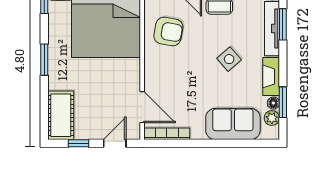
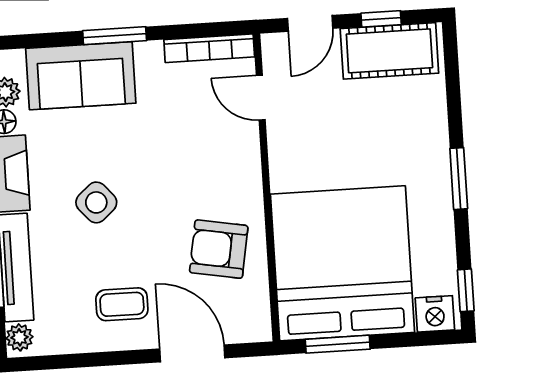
door: (142, 107) -> (261, 98), width x0.73
cot: (61, 115) -> (389, 51), moved, turned 90
window: (214, 143) -> (115, 36), added

